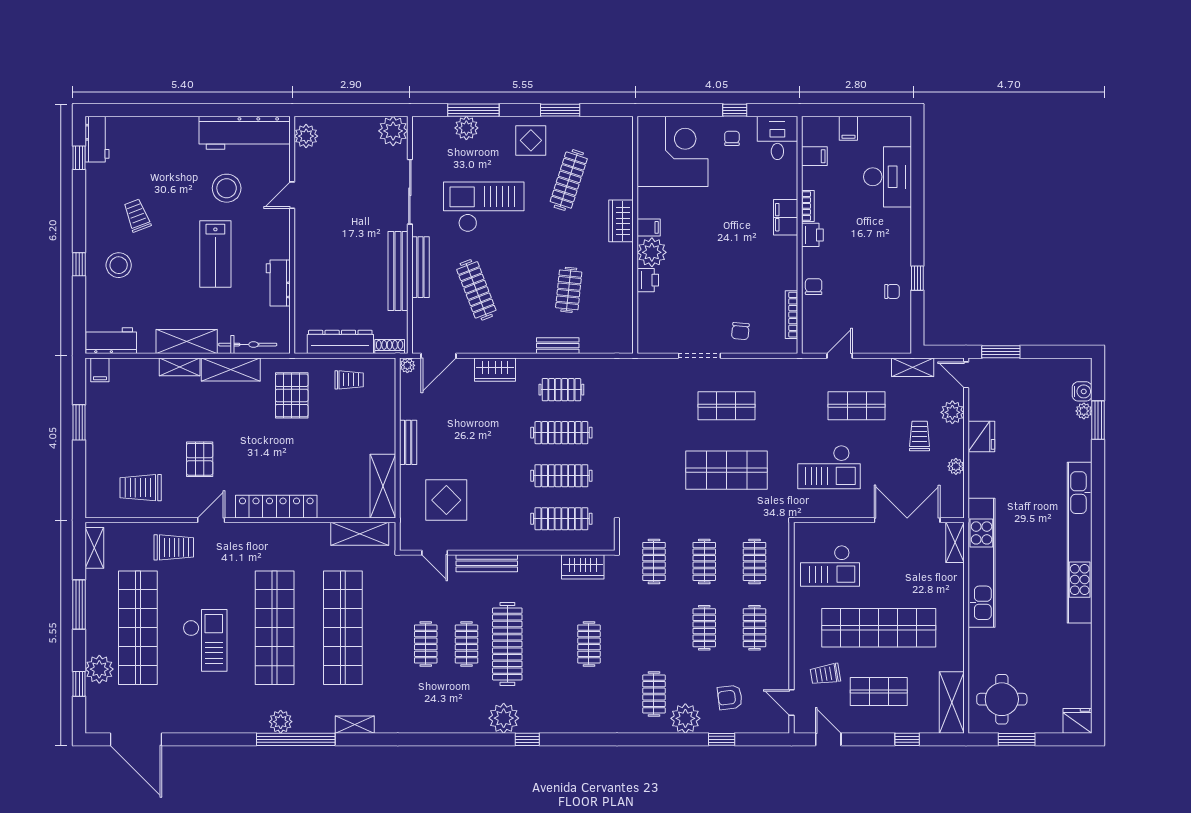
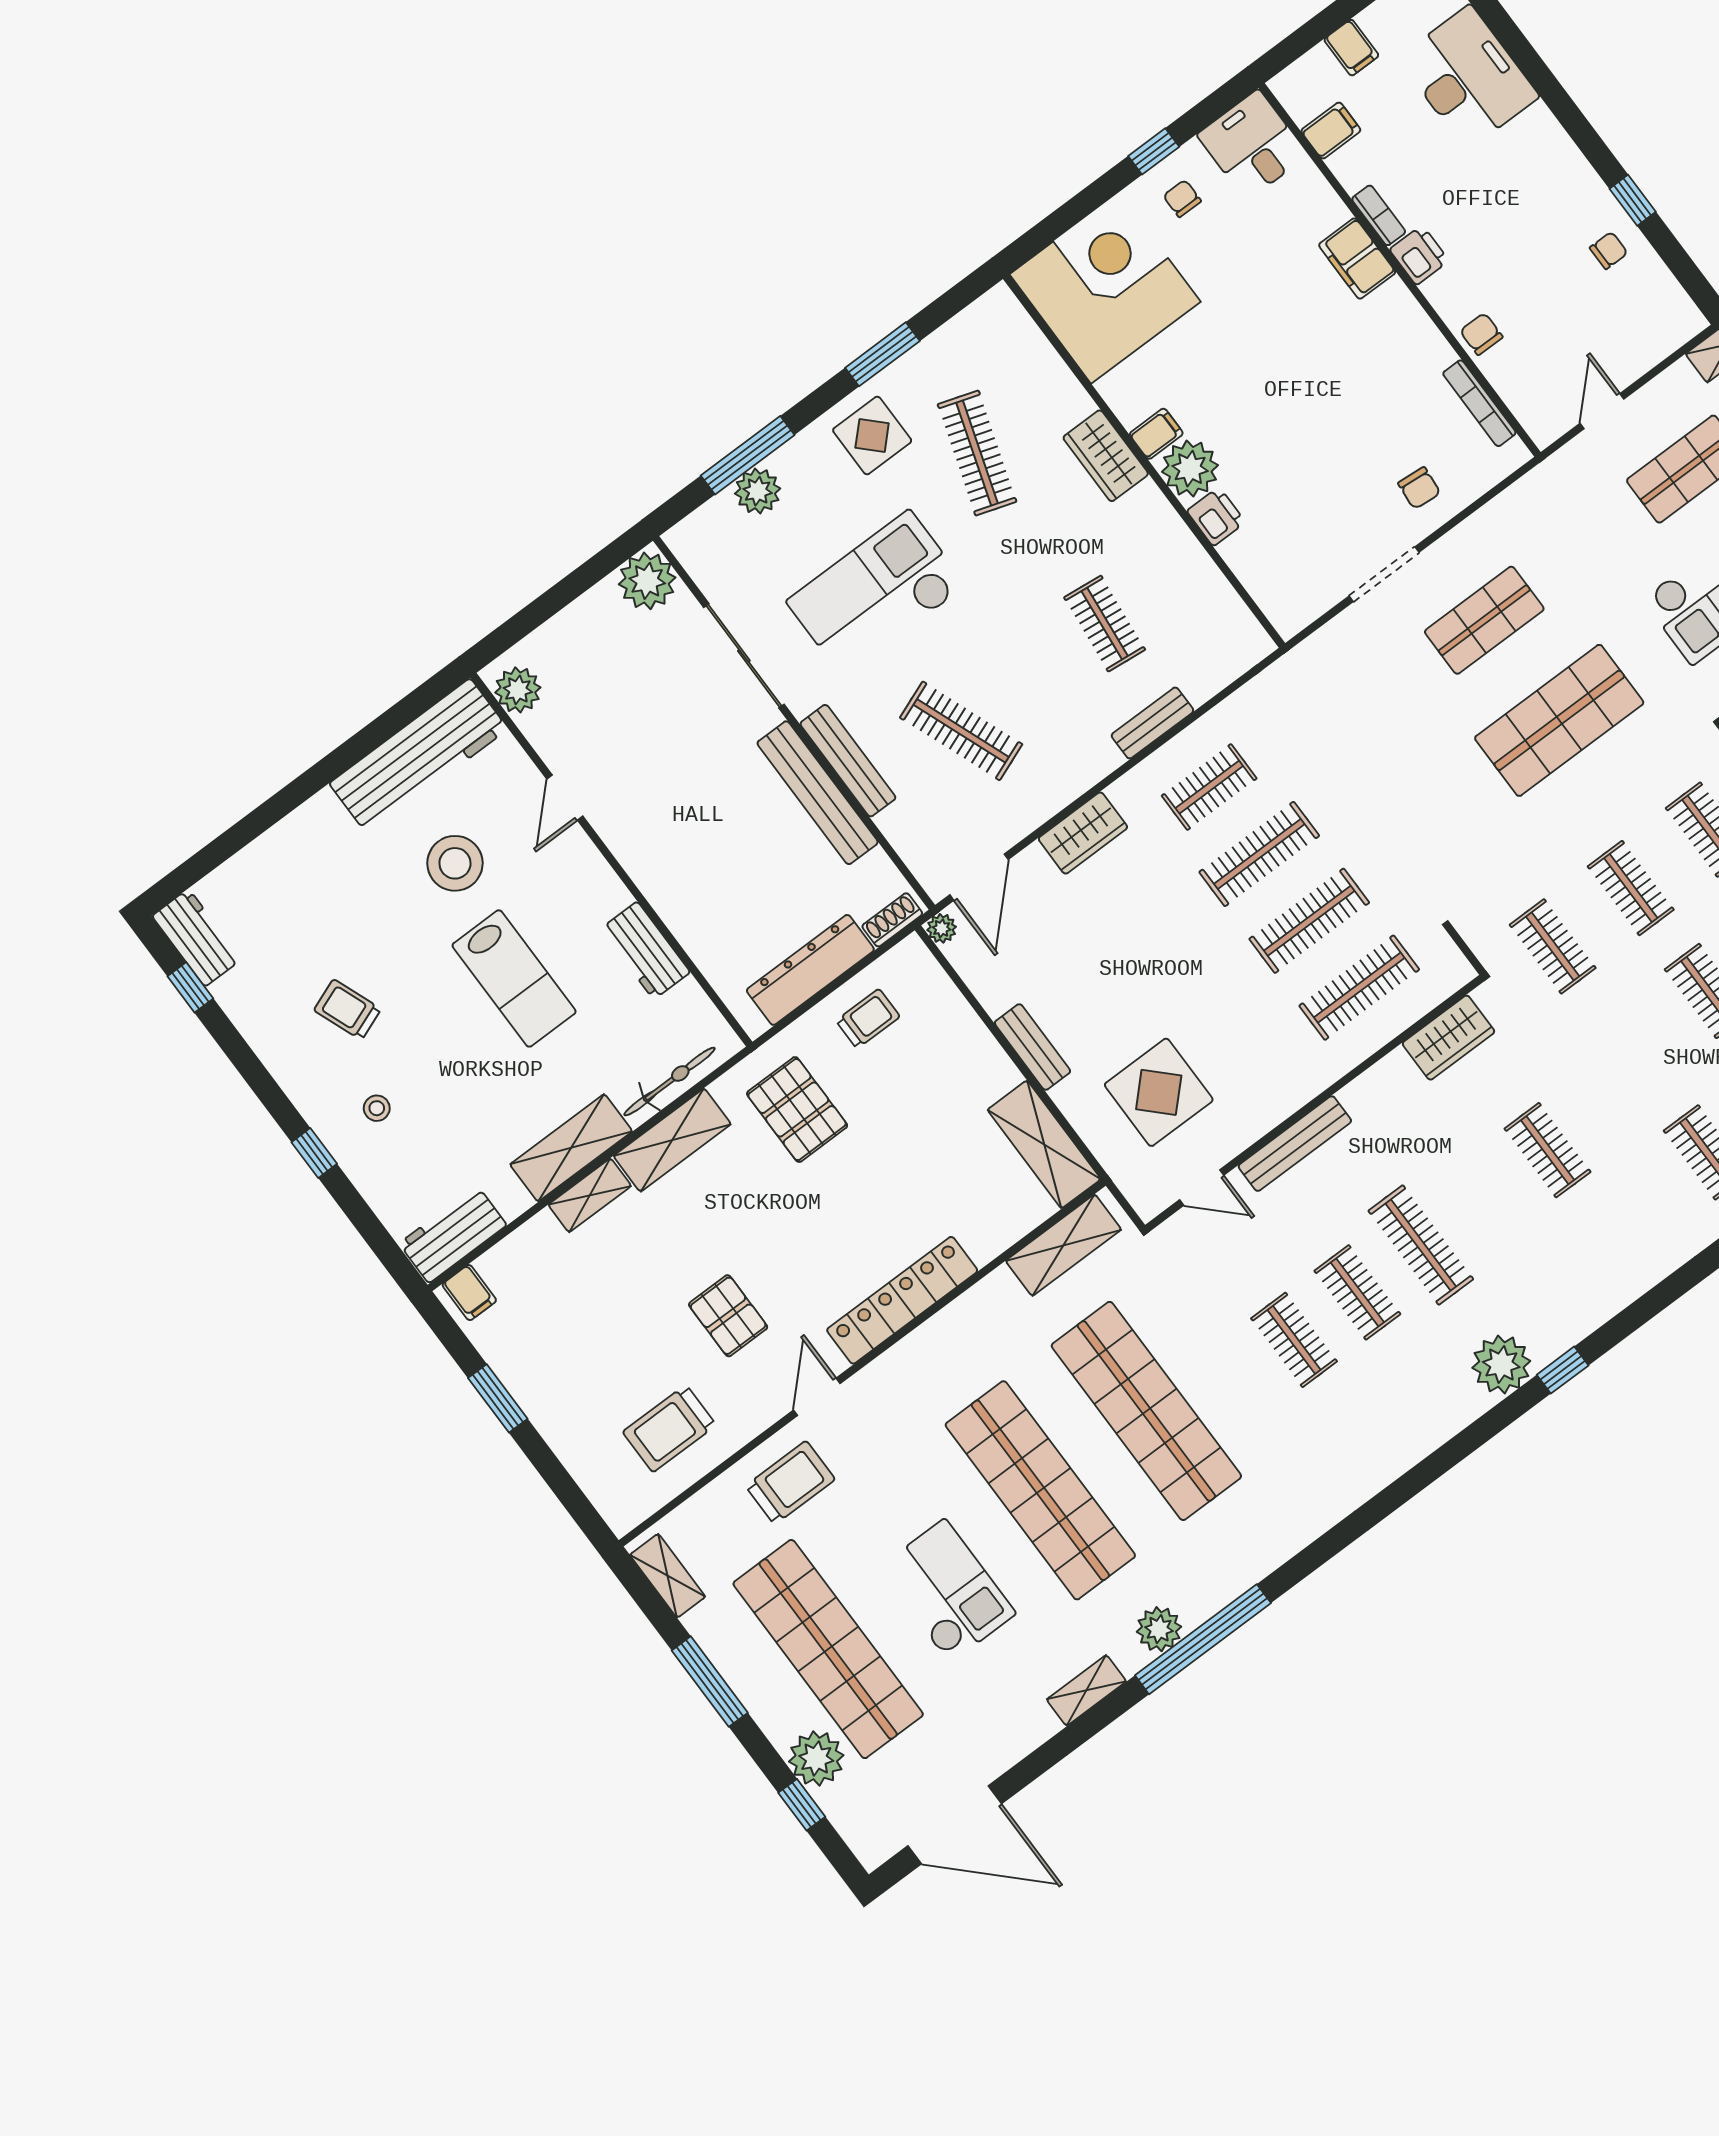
stool: (119, 265) -> (377, 1108), width x0.53, depth x0.53
clothes rail: (507, 644) -> (1421, 1245), width x0.73, depth x0.76
shelving: (355, 725) -> (1086, 1690), moved

